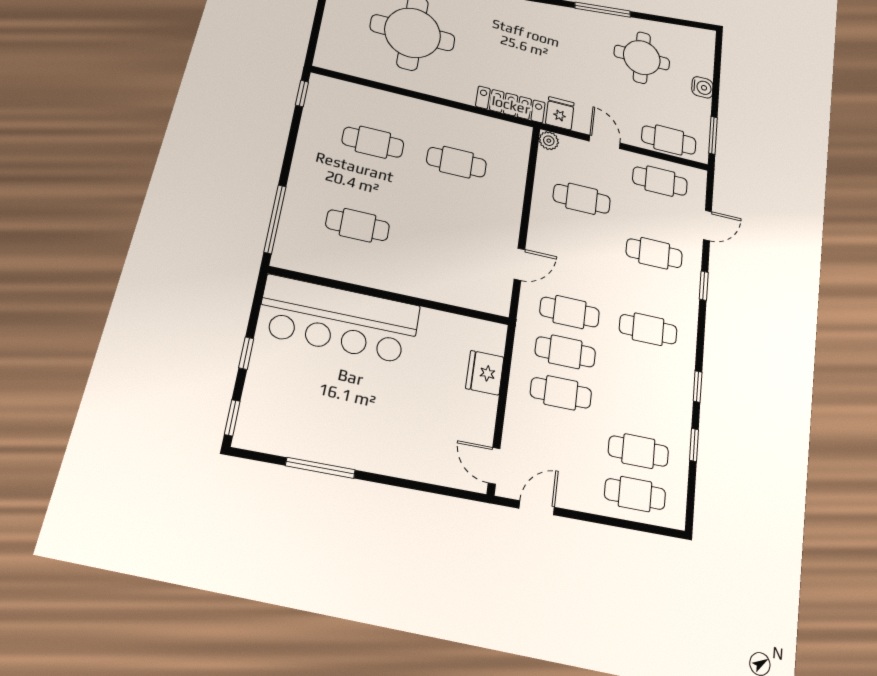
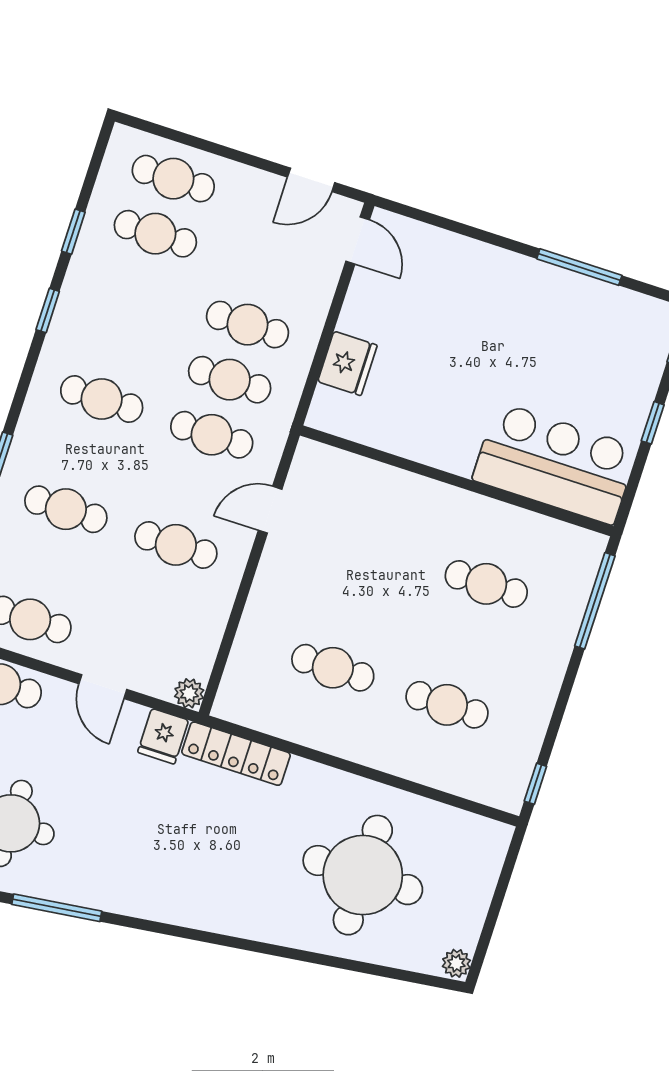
cafe table: (582, 199) -> (176, 545), moved
bar counter: (339, 320) -> (555, 463), width x0.73

